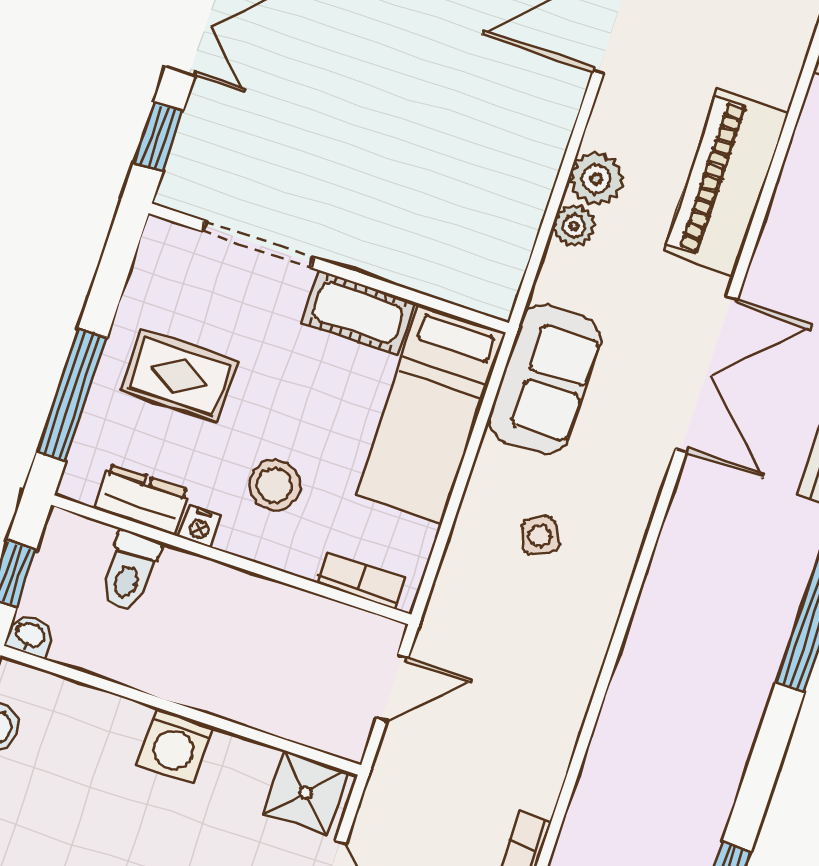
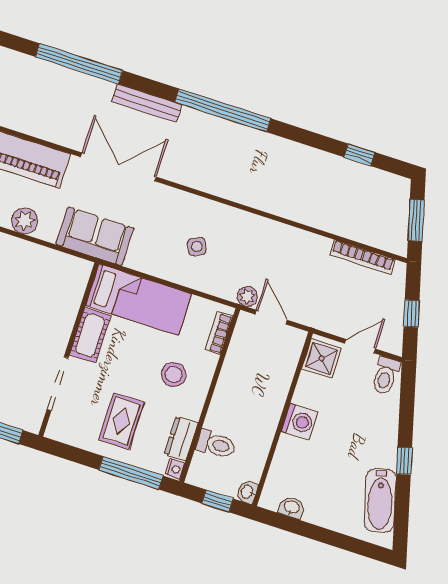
plant: (574, 226) -> (247, 296), moved
sofa: (545, 379) -> (95, 236), moved
nightstand: (200, 527) -> (175, 469), moved

